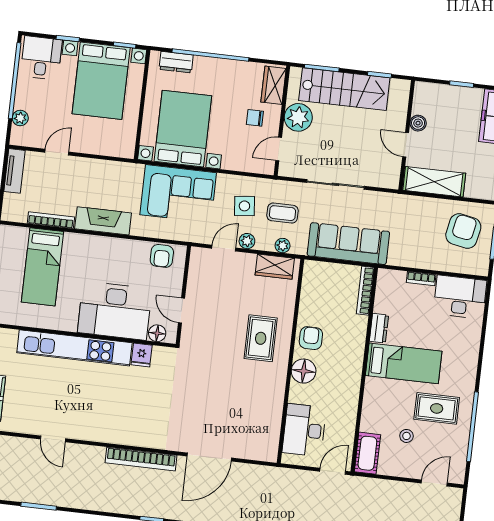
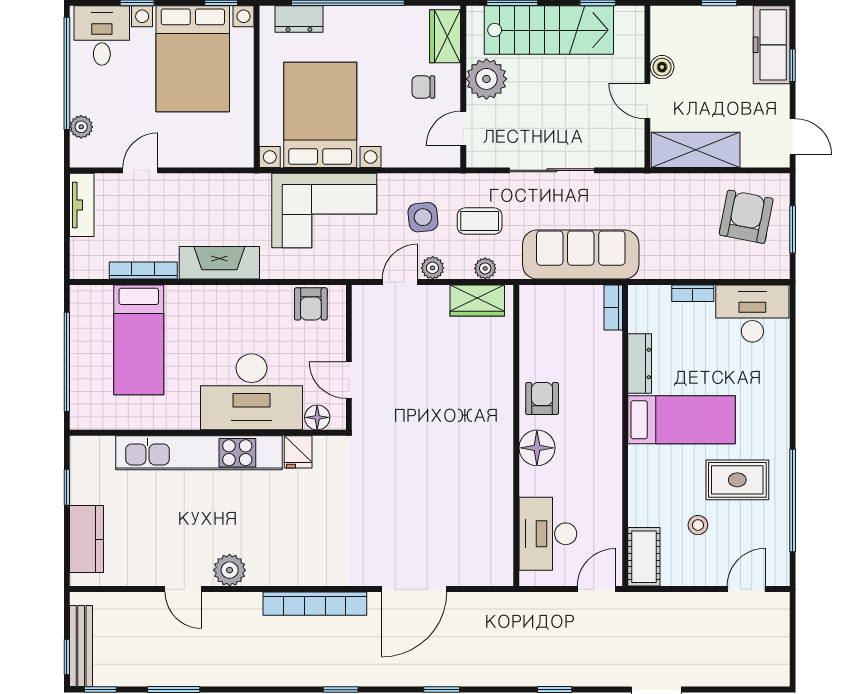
bookcase: (365, 291) -> (613, 307), width x0.64
dresser: (379, 328) -> (640, 363), width x1.44
rug: (261, 338) -> (469, 407), removed
plant: (86, 430) -> (230, 570), added

